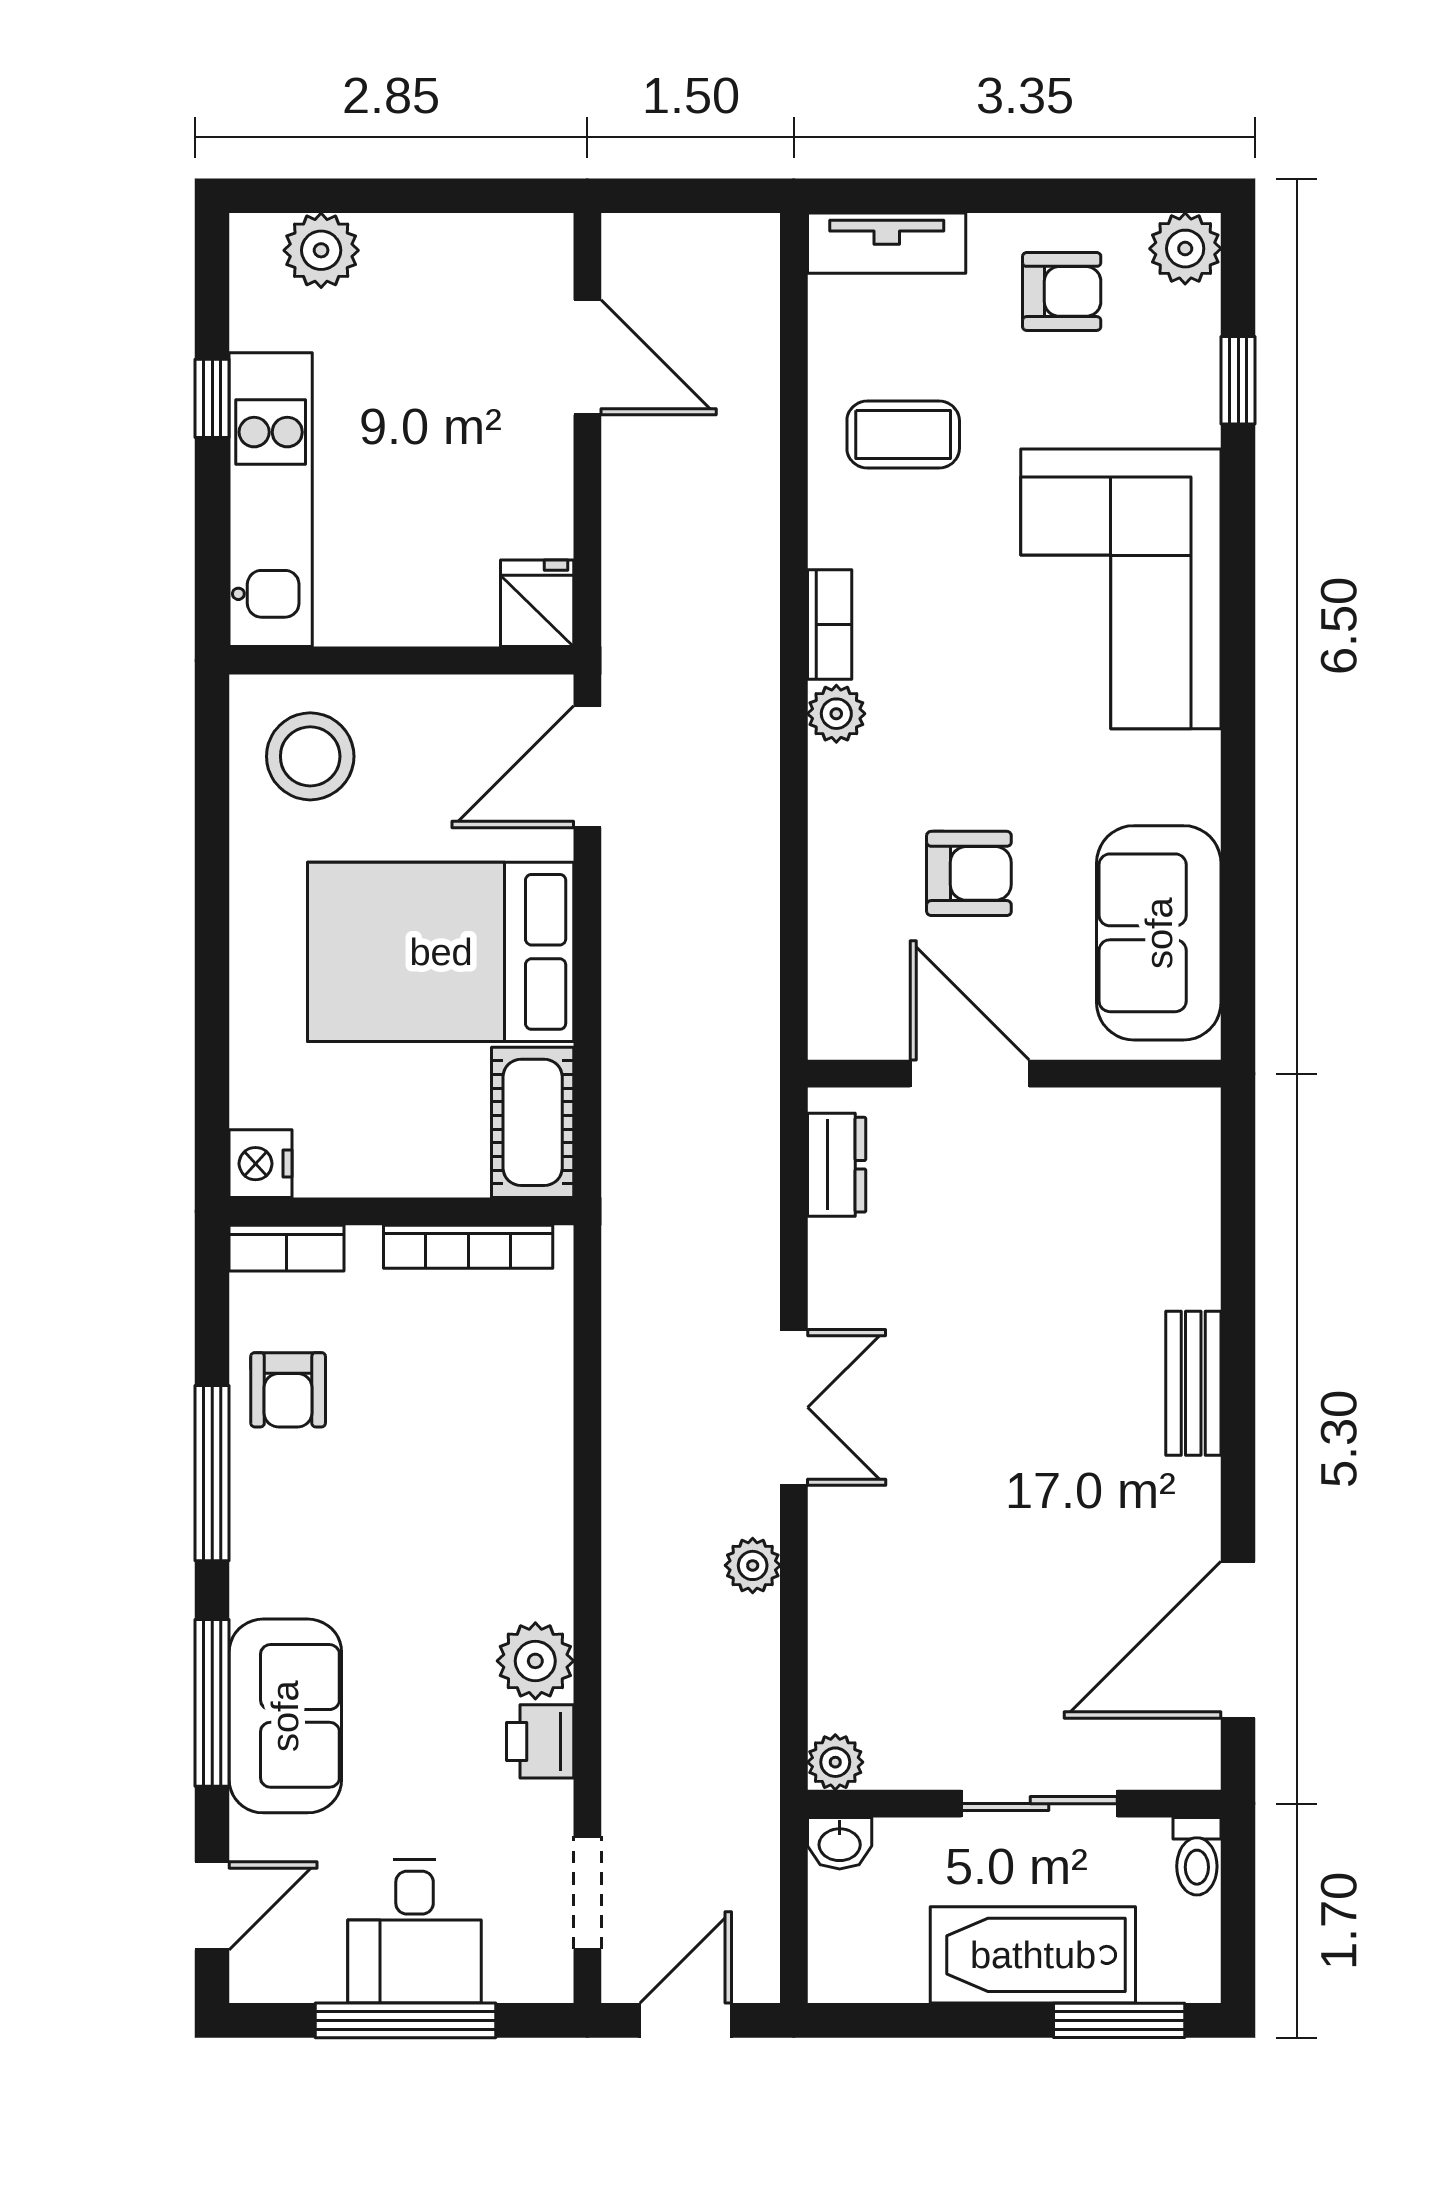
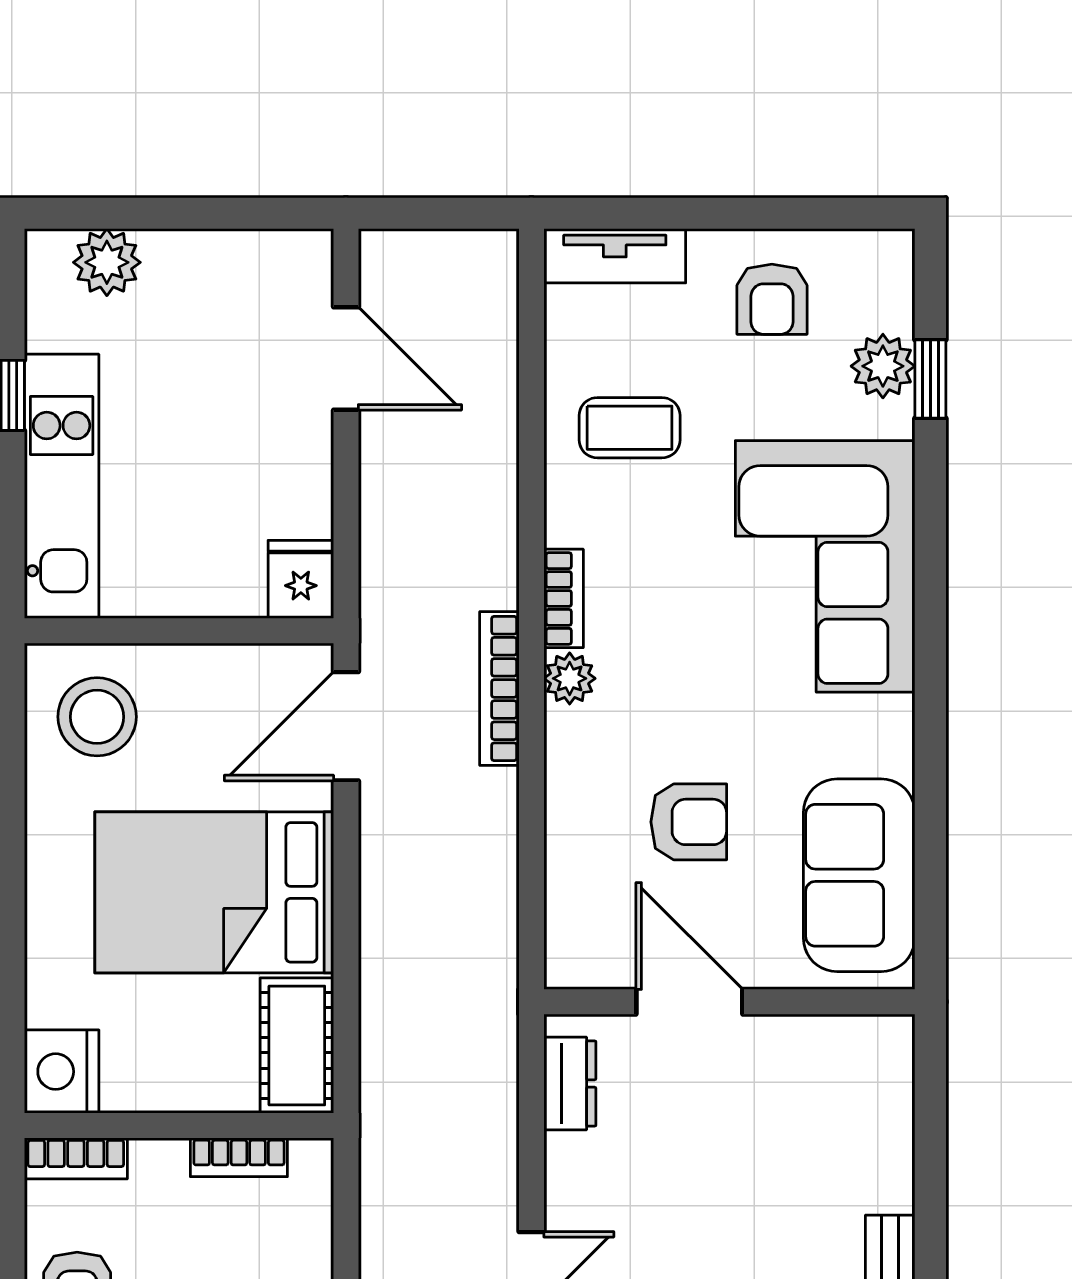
plant: (1185, 249) -> (883, 366), moved
armchair: (1062, 291) -> (772, 299), turned 90
bookcase: (758, 725) -> (499, 688), added
nightstand: (261, 1164) -> (62, 1072), width x1.36, depth x1.33
bookcase: (468, 1247) -> (239, 1157), width x0.64

